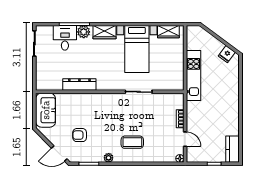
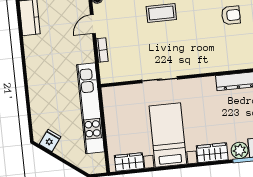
kitchen unit: (193, 75) -> (90, 108), width x1.36
door: (185, 139) -> (93, 24), hinge flipped

